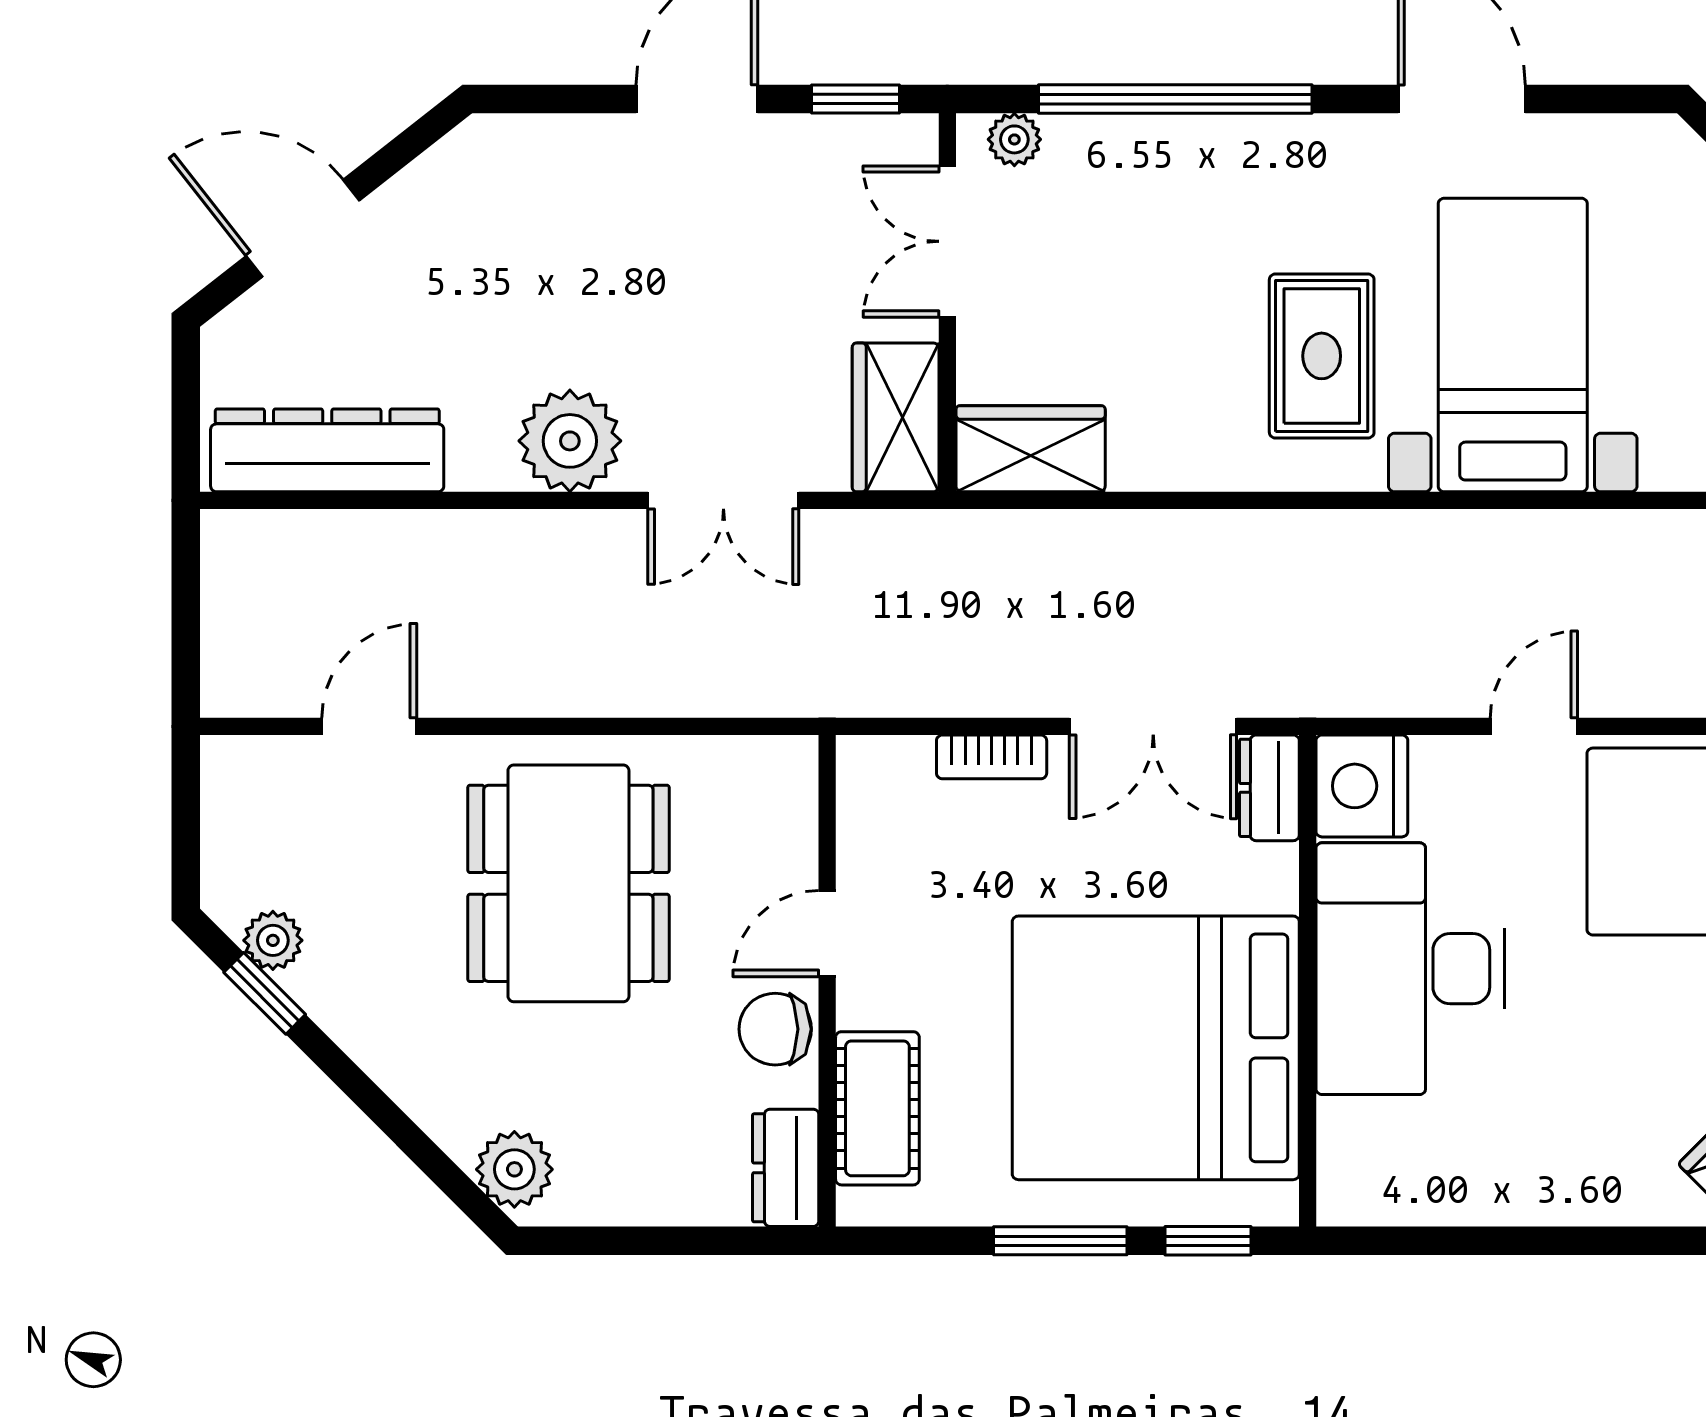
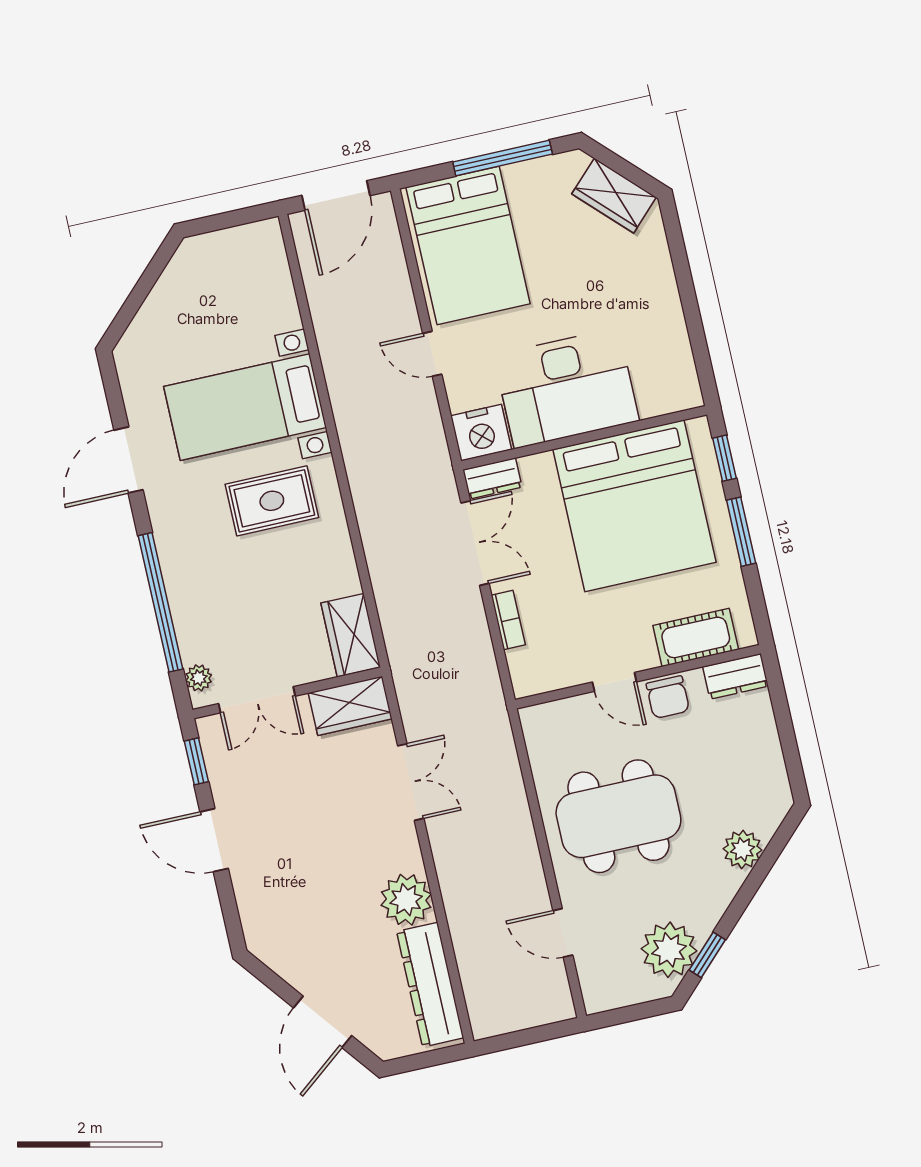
plant: (570, 441) -> (406, 900), moved
plant: (273, 940) -> (669, 950), width x1.88, depth x1.88
plant: (514, 1169) -> (742, 849), moved

